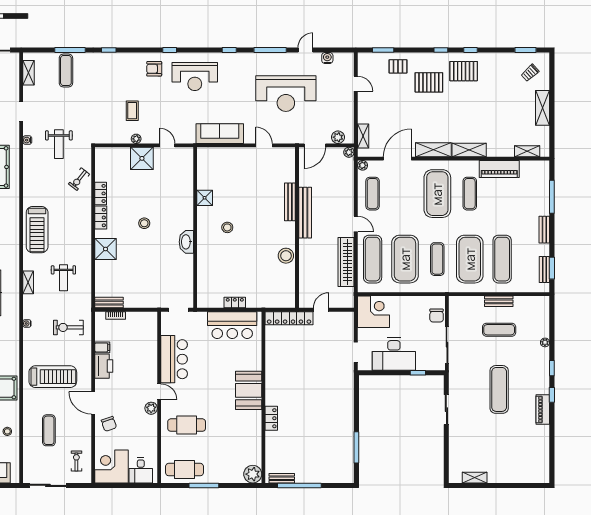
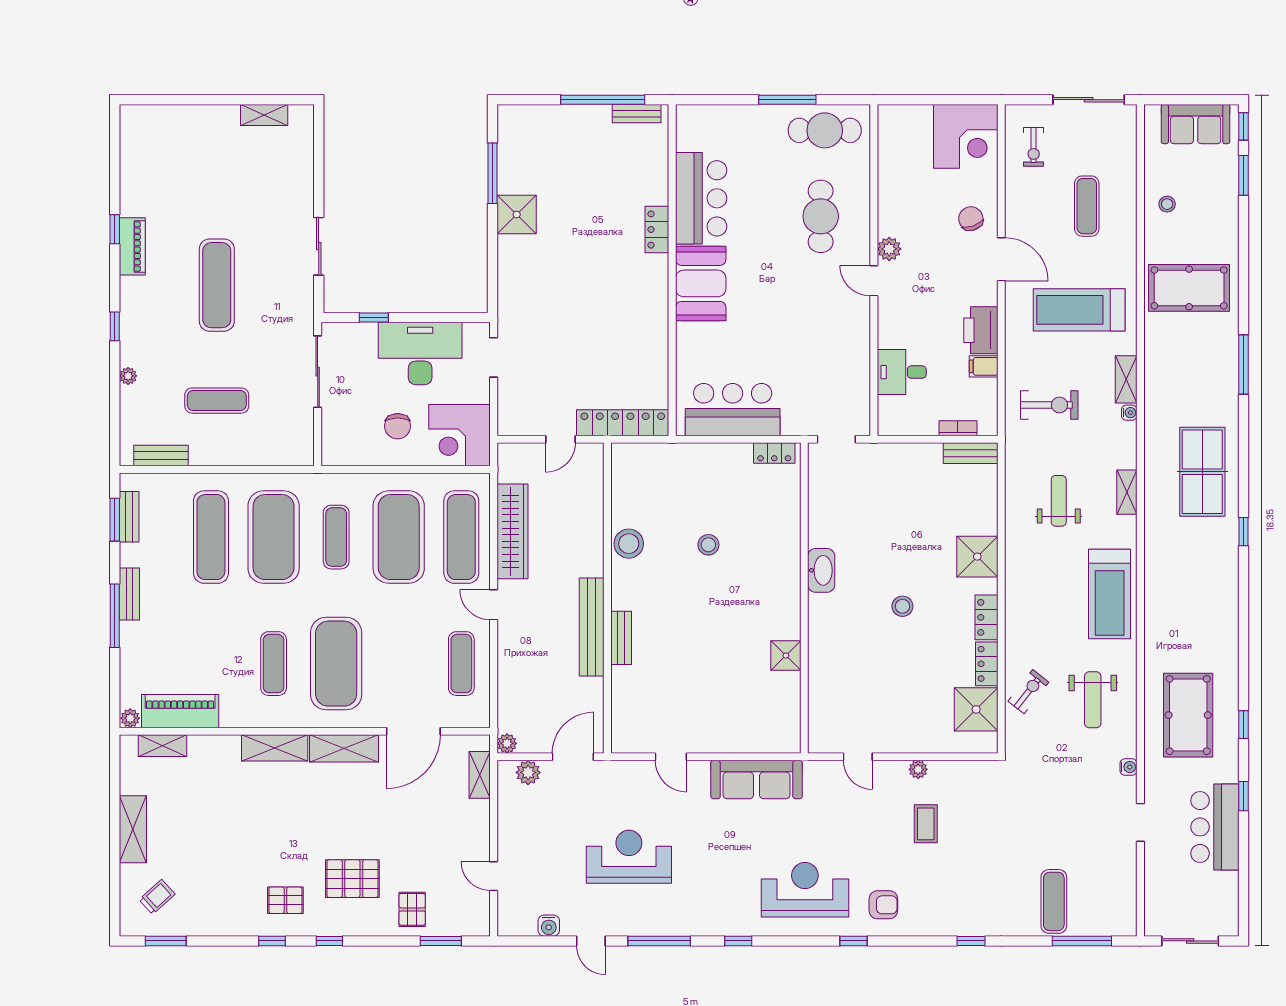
window: (70, 50) -> (1082, 941), moved
door: (306, 50) -> (591, 941), hinge flipped
pallet: (398, 66) -> (412, 909), turned 90
pallet: (464, 71) -> (285, 900), width x0.67, depth x0.71
shelving: (29, 73) -> (1126, 379), moved
reception desk: (286, 94) -> (629, 857), width x0.74, depth x0.77
weight bench: (59, 144) -> (1093, 700), moved, turned 180
shower: (142, 158) -> (976, 709), moved
plant: (363, 165) -> (130, 718), moved
piano: (499, 169) -> (180, 711), moved
window: (552, 197) -> (115, 616), moved
bench: (290, 202) -> (621, 638), width x0.73
stool: (227, 227) -> (708, 545), moved
treadmill: (37, 230) -> (1110, 594), turned 180
bench: (499, 301) -> (161, 455), moved
locker: (235, 303) -> (774, 453), moved
chair: (437, 316) -> (398, 426), moved, turned 180
bar counter: (174, 359) -> (701, 198), moved, turned 180
window: (552, 395) -> (115, 229), moved
cafe table: (187, 425) -> (821, 216), turned 90
shower: (344, 426) -> (517, 215), added
desk: (141, 470) -> (902, 372), moved, turned -90
plant: (253, 474) -> (693, 122), removed

